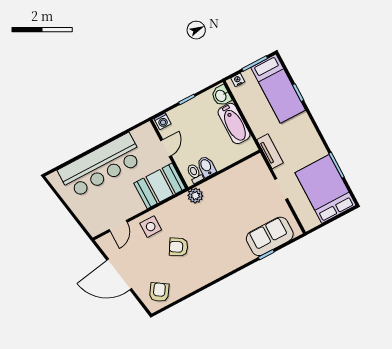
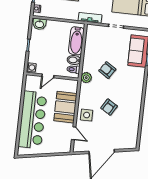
bathtub: (234, 123) -> (76, 41), moved, turned 90
door: (166, 148) -> (48, 76), swing flipped
booth: (160, 186) -> (65, 107), moved
armchair: (159, 292) -> (107, 70), moved

